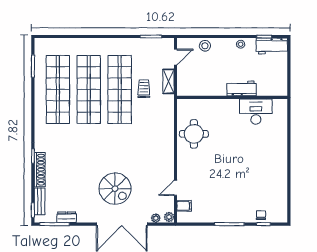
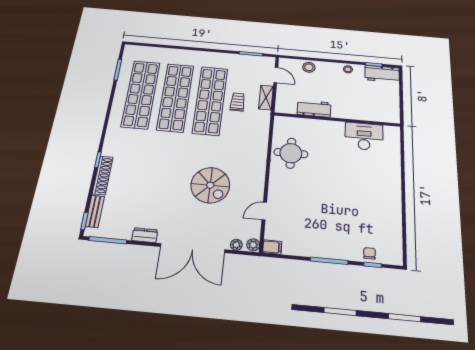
door: (175, 57) -> (276, 75), hinge flipped
workbench: (242, 88) -> (314, 109), moved
spiral stairs: (115, 189) -> (210, 185), moved
filing cabinet: (184, 206) -> (272, 247), moved
dresser: (67, 217) -> (145, 235), moved

